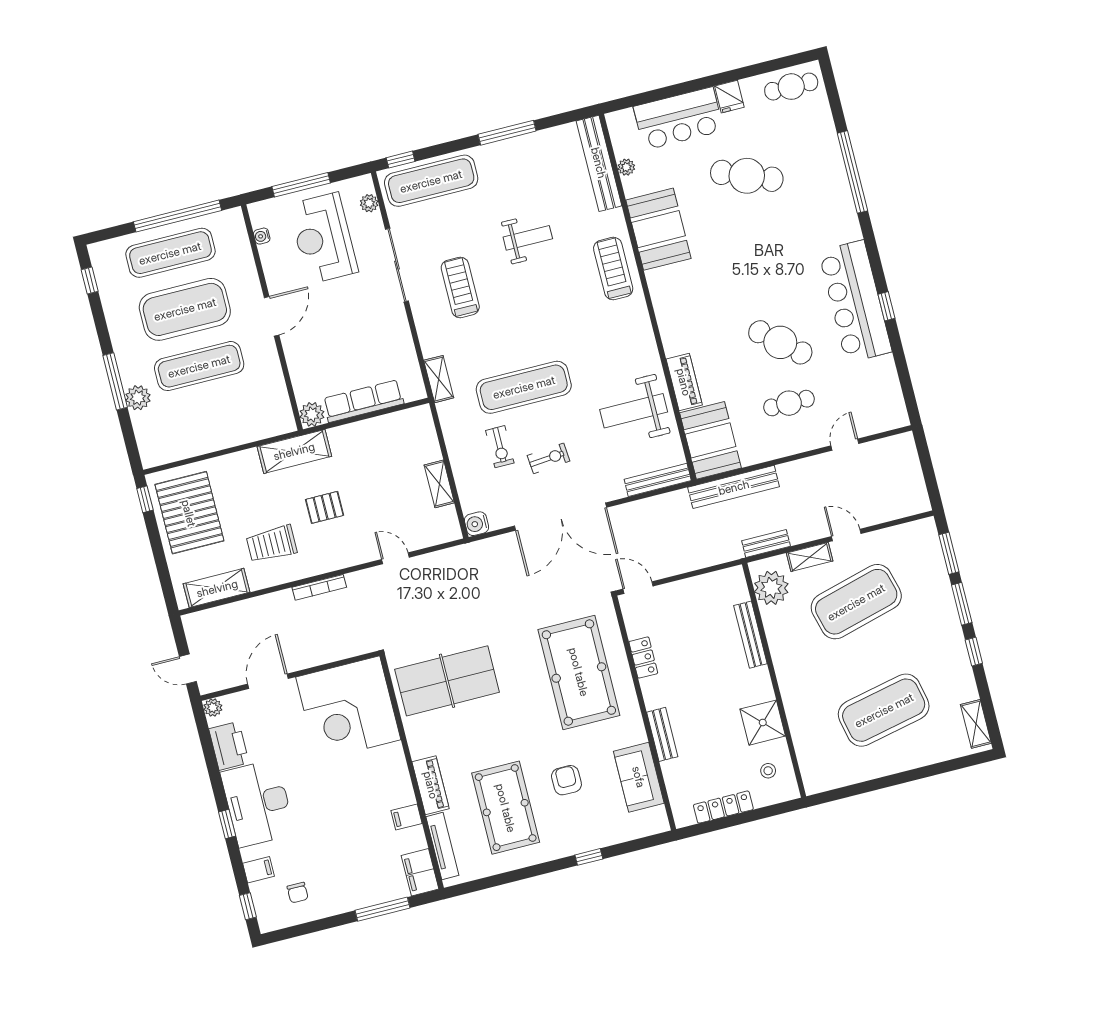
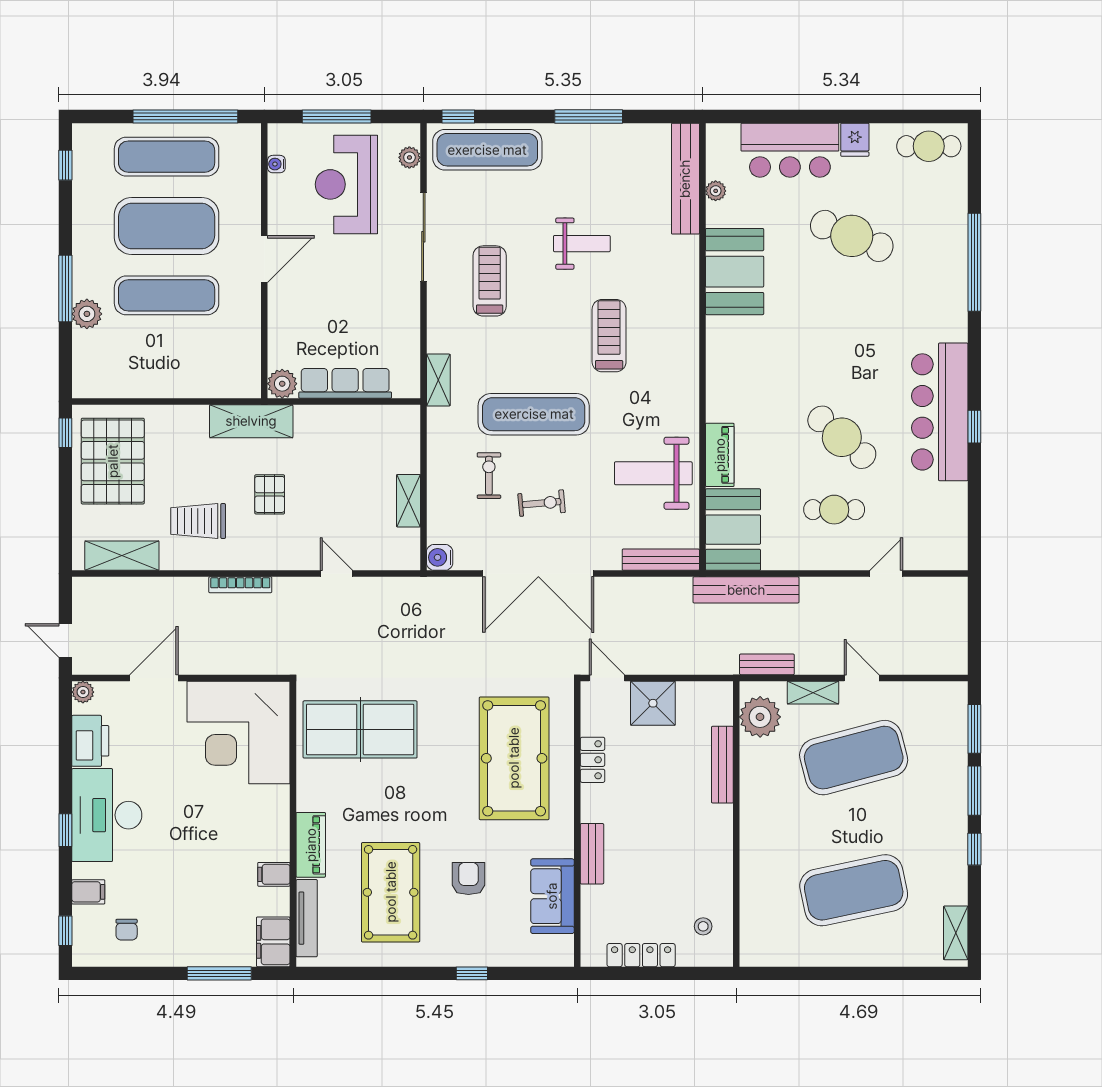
treadmill: (613, 269) -> (609, 336), moved
exercise bike: (500, 447) -> (489, 476), turned 180
pallet: (325, 507) -> (270, 494), turned 90
shower: (763, 723) -> (653, 703), moved

